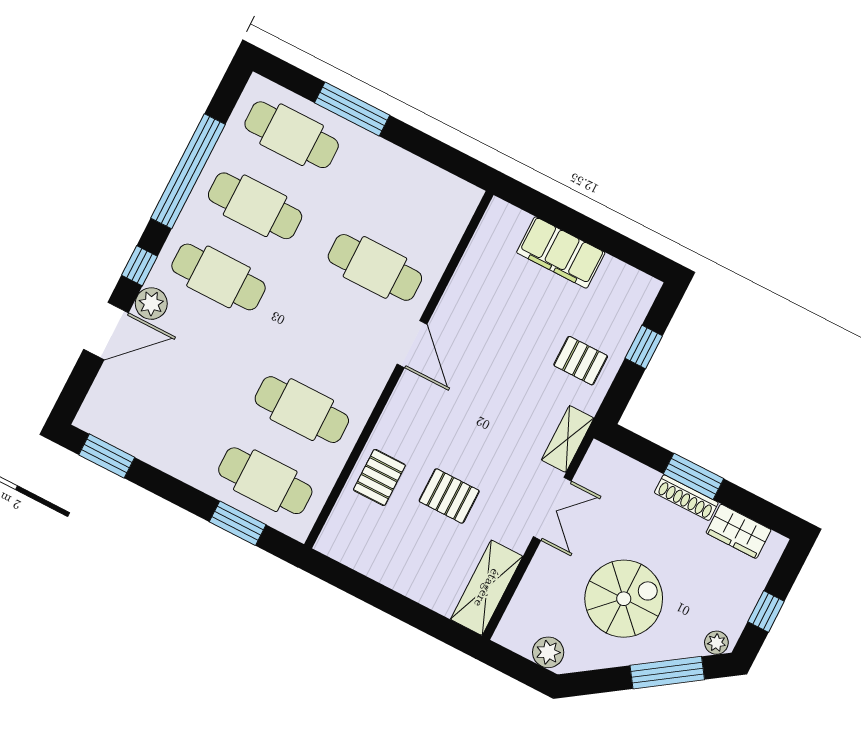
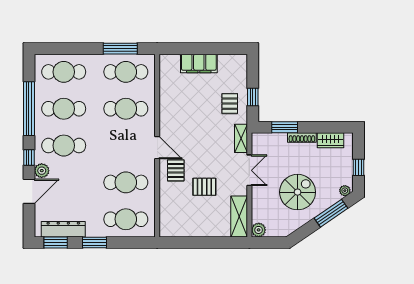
window: (352, 109) -> (120, 49), moved
cafe table: (411, 196) -> (126, 72), added
door: (412, 344) -> (157, 148), moved
window: (644, 347) -> (253, 97), moved
pallet: (581, 361) -> (230, 104), turned 90
dresser: (135, 438) -> (63, 229), added
window: (694, 476) -> (285, 127), moved
pallet: (379, 477) -> (176, 170), moved
window: (238, 523) -> (94, 243), moved
plant: (548, 652) -> (259, 230), moved

